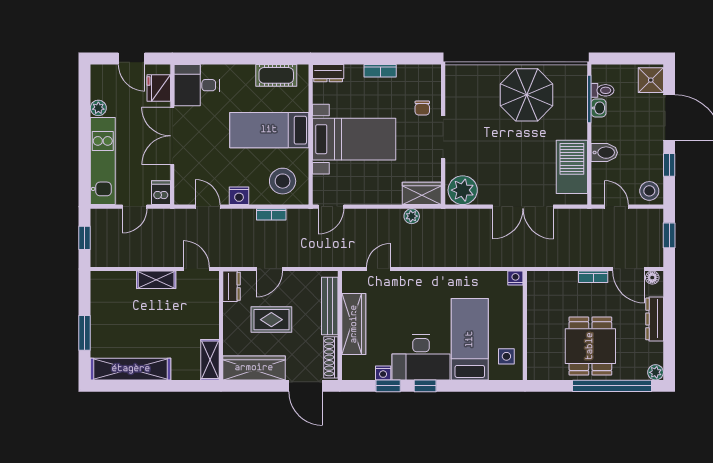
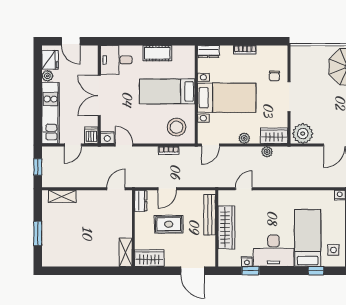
cot: (276, 75) -> (157, 53), moved
fridge: (159, 88) -> (50, 60), moved, turned 180
nightstand: (239, 196) -> (107, 137), moved
plant: (379, 197) -> (244, 138), added
door: (196, 269) -> (116, 189), hinge flipped
shelving: (156, 280) -> (62, 196), moved
shoe rack: (331, 357) -> (210, 251), removed
wardrobe: (254, 368) -> (149, 258), width x0.67
shelving: (131, 369) -> (70, 259), removed
window: (425, 386) -> (316, 271), moved

